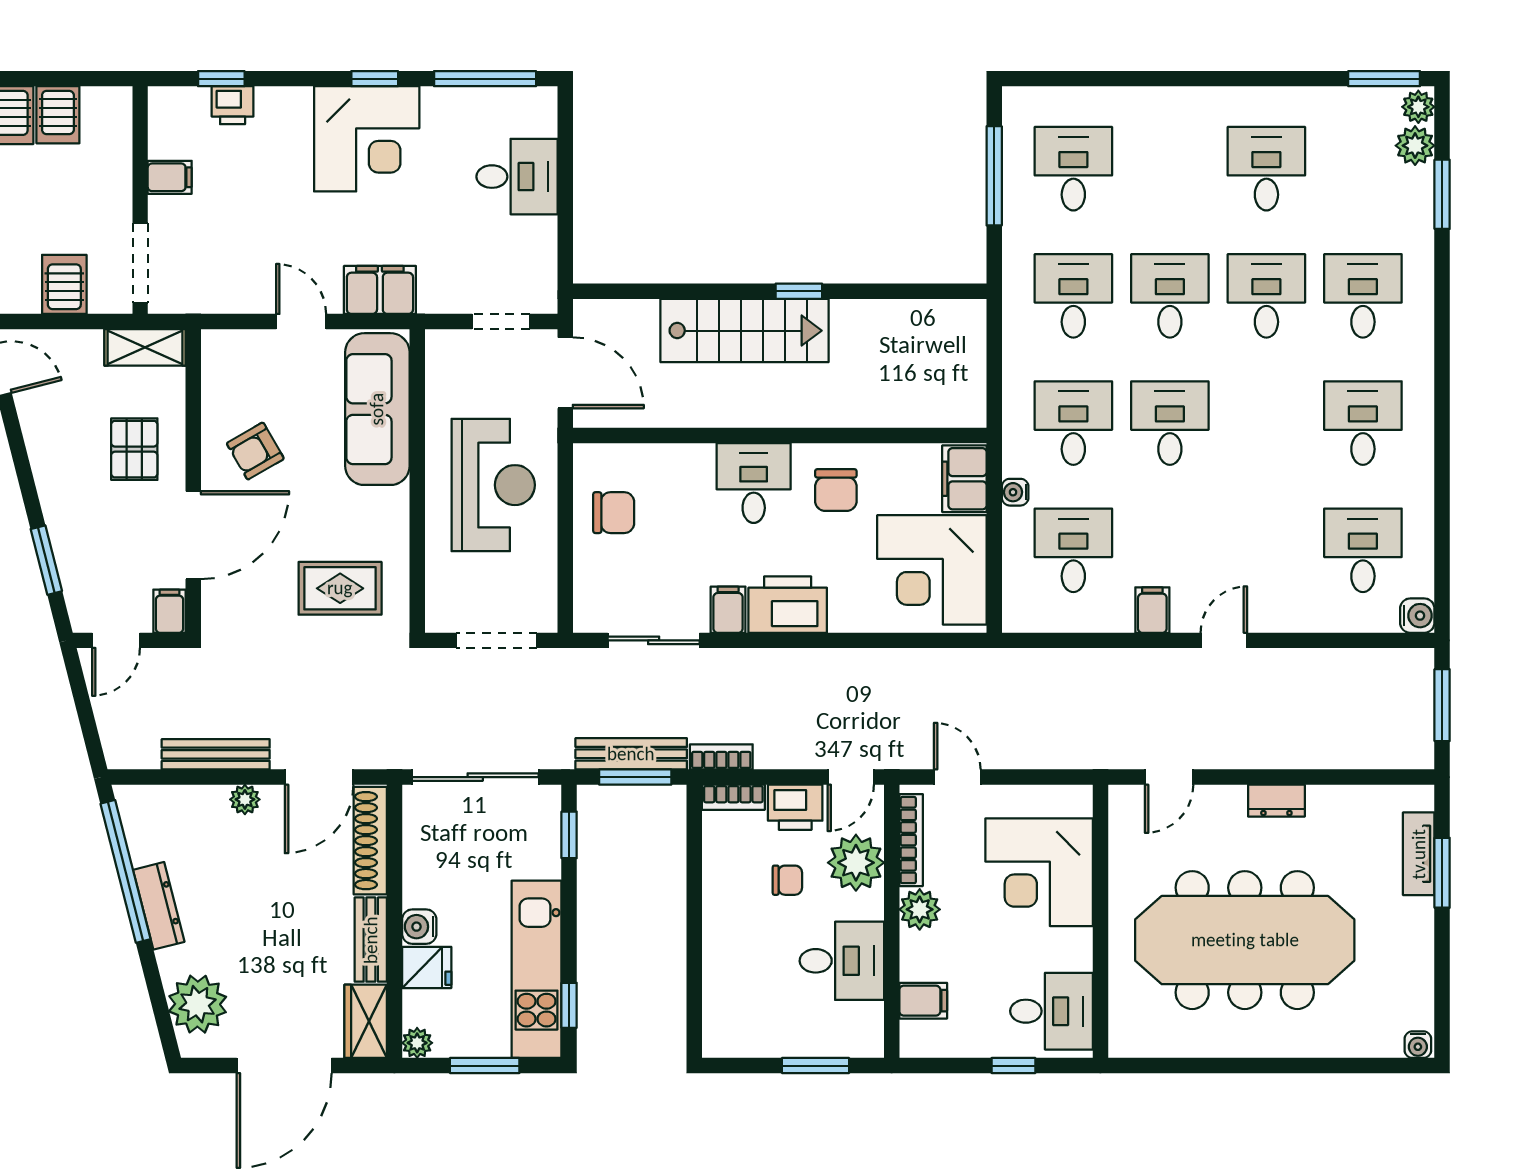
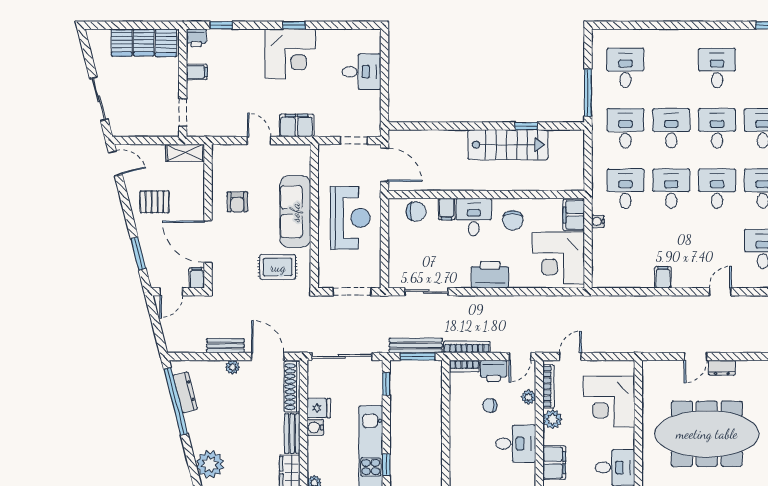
window: (485, 79) -> (346, 25), removed
printer: (233, 105) -> (196, 38), moved
window: (994, 176) -> (588, 93), moved
doorway: (140, 263) -> (183, 113), width x0.73
server rack: (64, 284) -> (166, 43), moved, turned 180
window: (799, 291) -> (526, 126), moved
stairs: (744, 331) -> (508, 145), moved
sofa: (377, 409) -> (295, 212), moved
pallet: (134, 449) -> (155, 202), moved, turned 90
armchair: (255, 451) -> (237, 202), turned -60
chair: (614, 513) -> (416, 212), moved
door: (193, 535) -> (208, 242), swing flipped
desk: (1073, 550) -> (717, 189), moved
filing cabinet: (728, 610) -> (447, 209), moved, turned 180
door: (1224, 640) -> (720, 292), moved
bench: (216, 754) -> (225, 346), width x0.73
bookcase: (721, 757) -> (467, 347), width x1.56
door: (319, 777) -> (268, 356), swing flipped
door: (957, 777) -> (570, 356), hinge flipped
door: (1169, 777) -> (696, 356), moved
plant: (856, 863) -> (529, 397), width x0.53, depth x0.53
chair: (787, 880) -> (490, 405), turned 180
dresser: (159, 906) -> (185, 392), moved
fridge: (427, 967) -> (319, 408), moved
filing cabinet: (923, 1001) -> (554, 463), width x2.00

